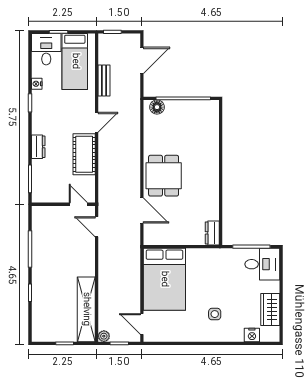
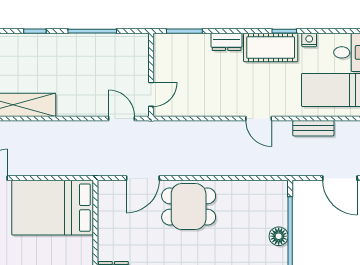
floor lamp: (157, 107) -> (279, 236), moved
cot: (84, 154) -> (271, 47), moved
door: (97, 227) -> (122, 118), hinge flipped

